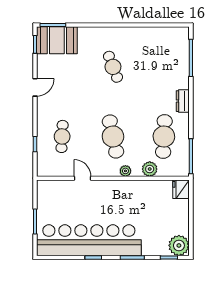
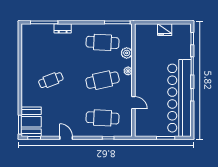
dresser: (183, 101) -> (63, 28), moved
cafe table: (62, 136) -> (103, 118), width x1.37, depth x1.35
door: (83, 178) -> (133, 103), swing flipped
fridge: (181, 189) -> (165, 30), moved
plant: (179, 245) -> (183, 31), removed

